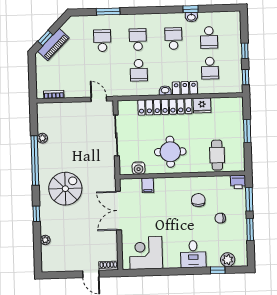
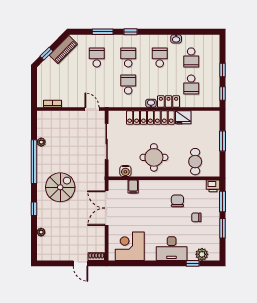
window: (191, 9) -> (130, 32), moved
piano: (53, 44) -> (63, 50), moved
school desk: (139, 70) -> (128, 85), turned 180
desk: (193, 254) -> (172, 249), width x1.37

